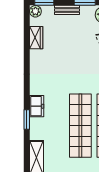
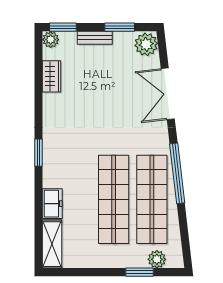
freezer: (37, 106) -> (52, 204), moved
window: (27, 120) -> (38, 153), moved

